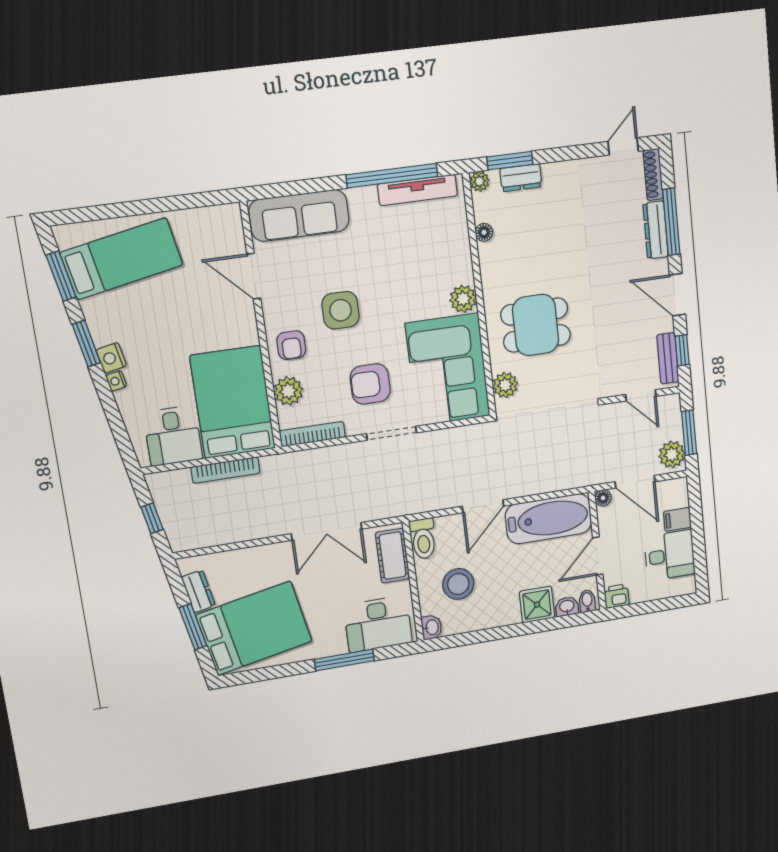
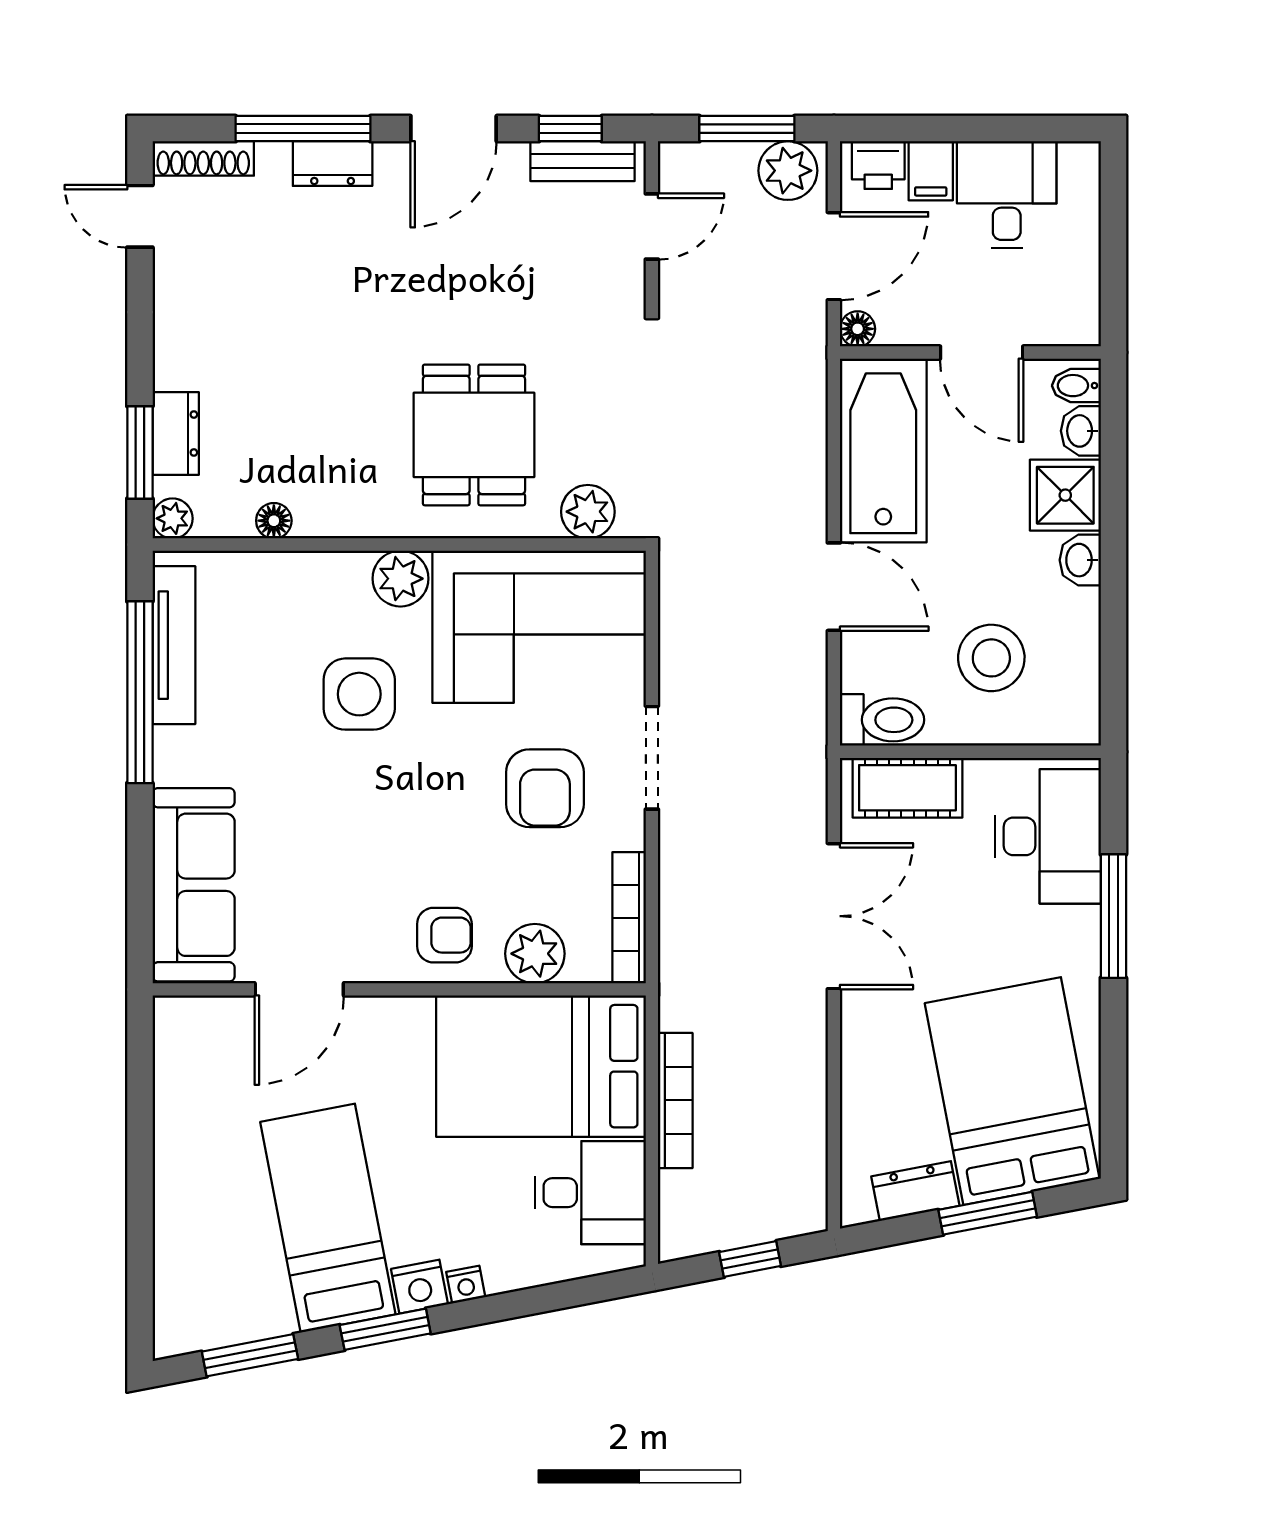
dresser: (656, 230) -> (333, 164), width x0.70
bed: (122, 259) -> (328, 1218), moved
side table: (341, 310) -> (359, 694), moved
printer: (617, 596) -> (878, 165), moved, turned -90
washbasin: (432, 627) -> (1080, 560), moved, turned -90

